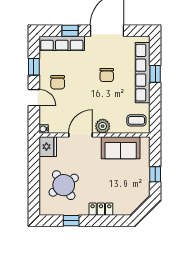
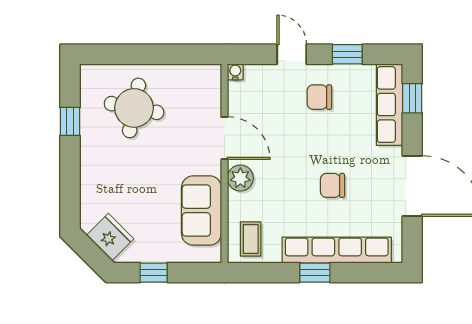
window: (70, 31) -> (412, 98), moved
window: (155, 74) -> (315, 273), moved
door: (34, 98) -> (292, 54), swing flipped
fridge: (48, 147) -> (110, 237), moved, turned -135
round table: (64, 185) -> (134, 108), turned 45
locker: (101, 209) -> (91, 175), removed

